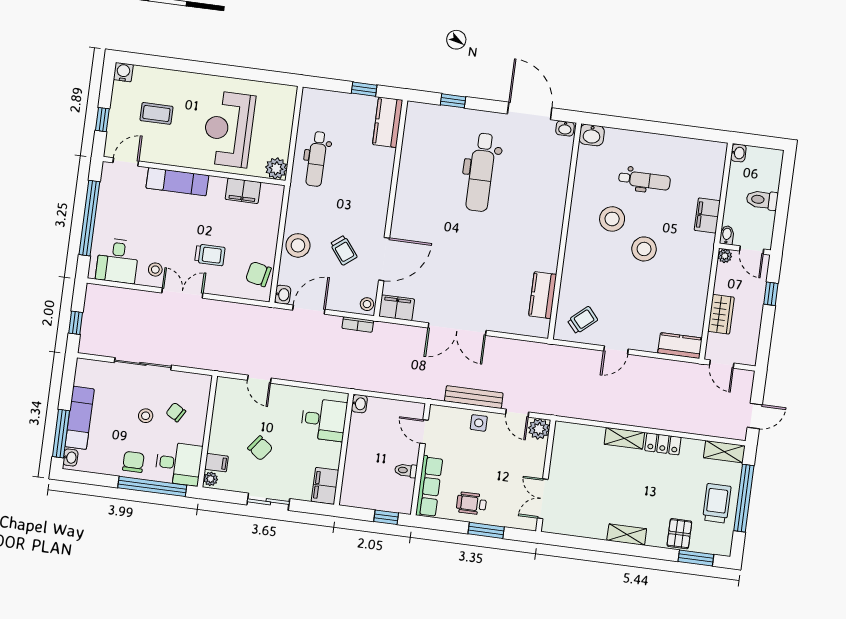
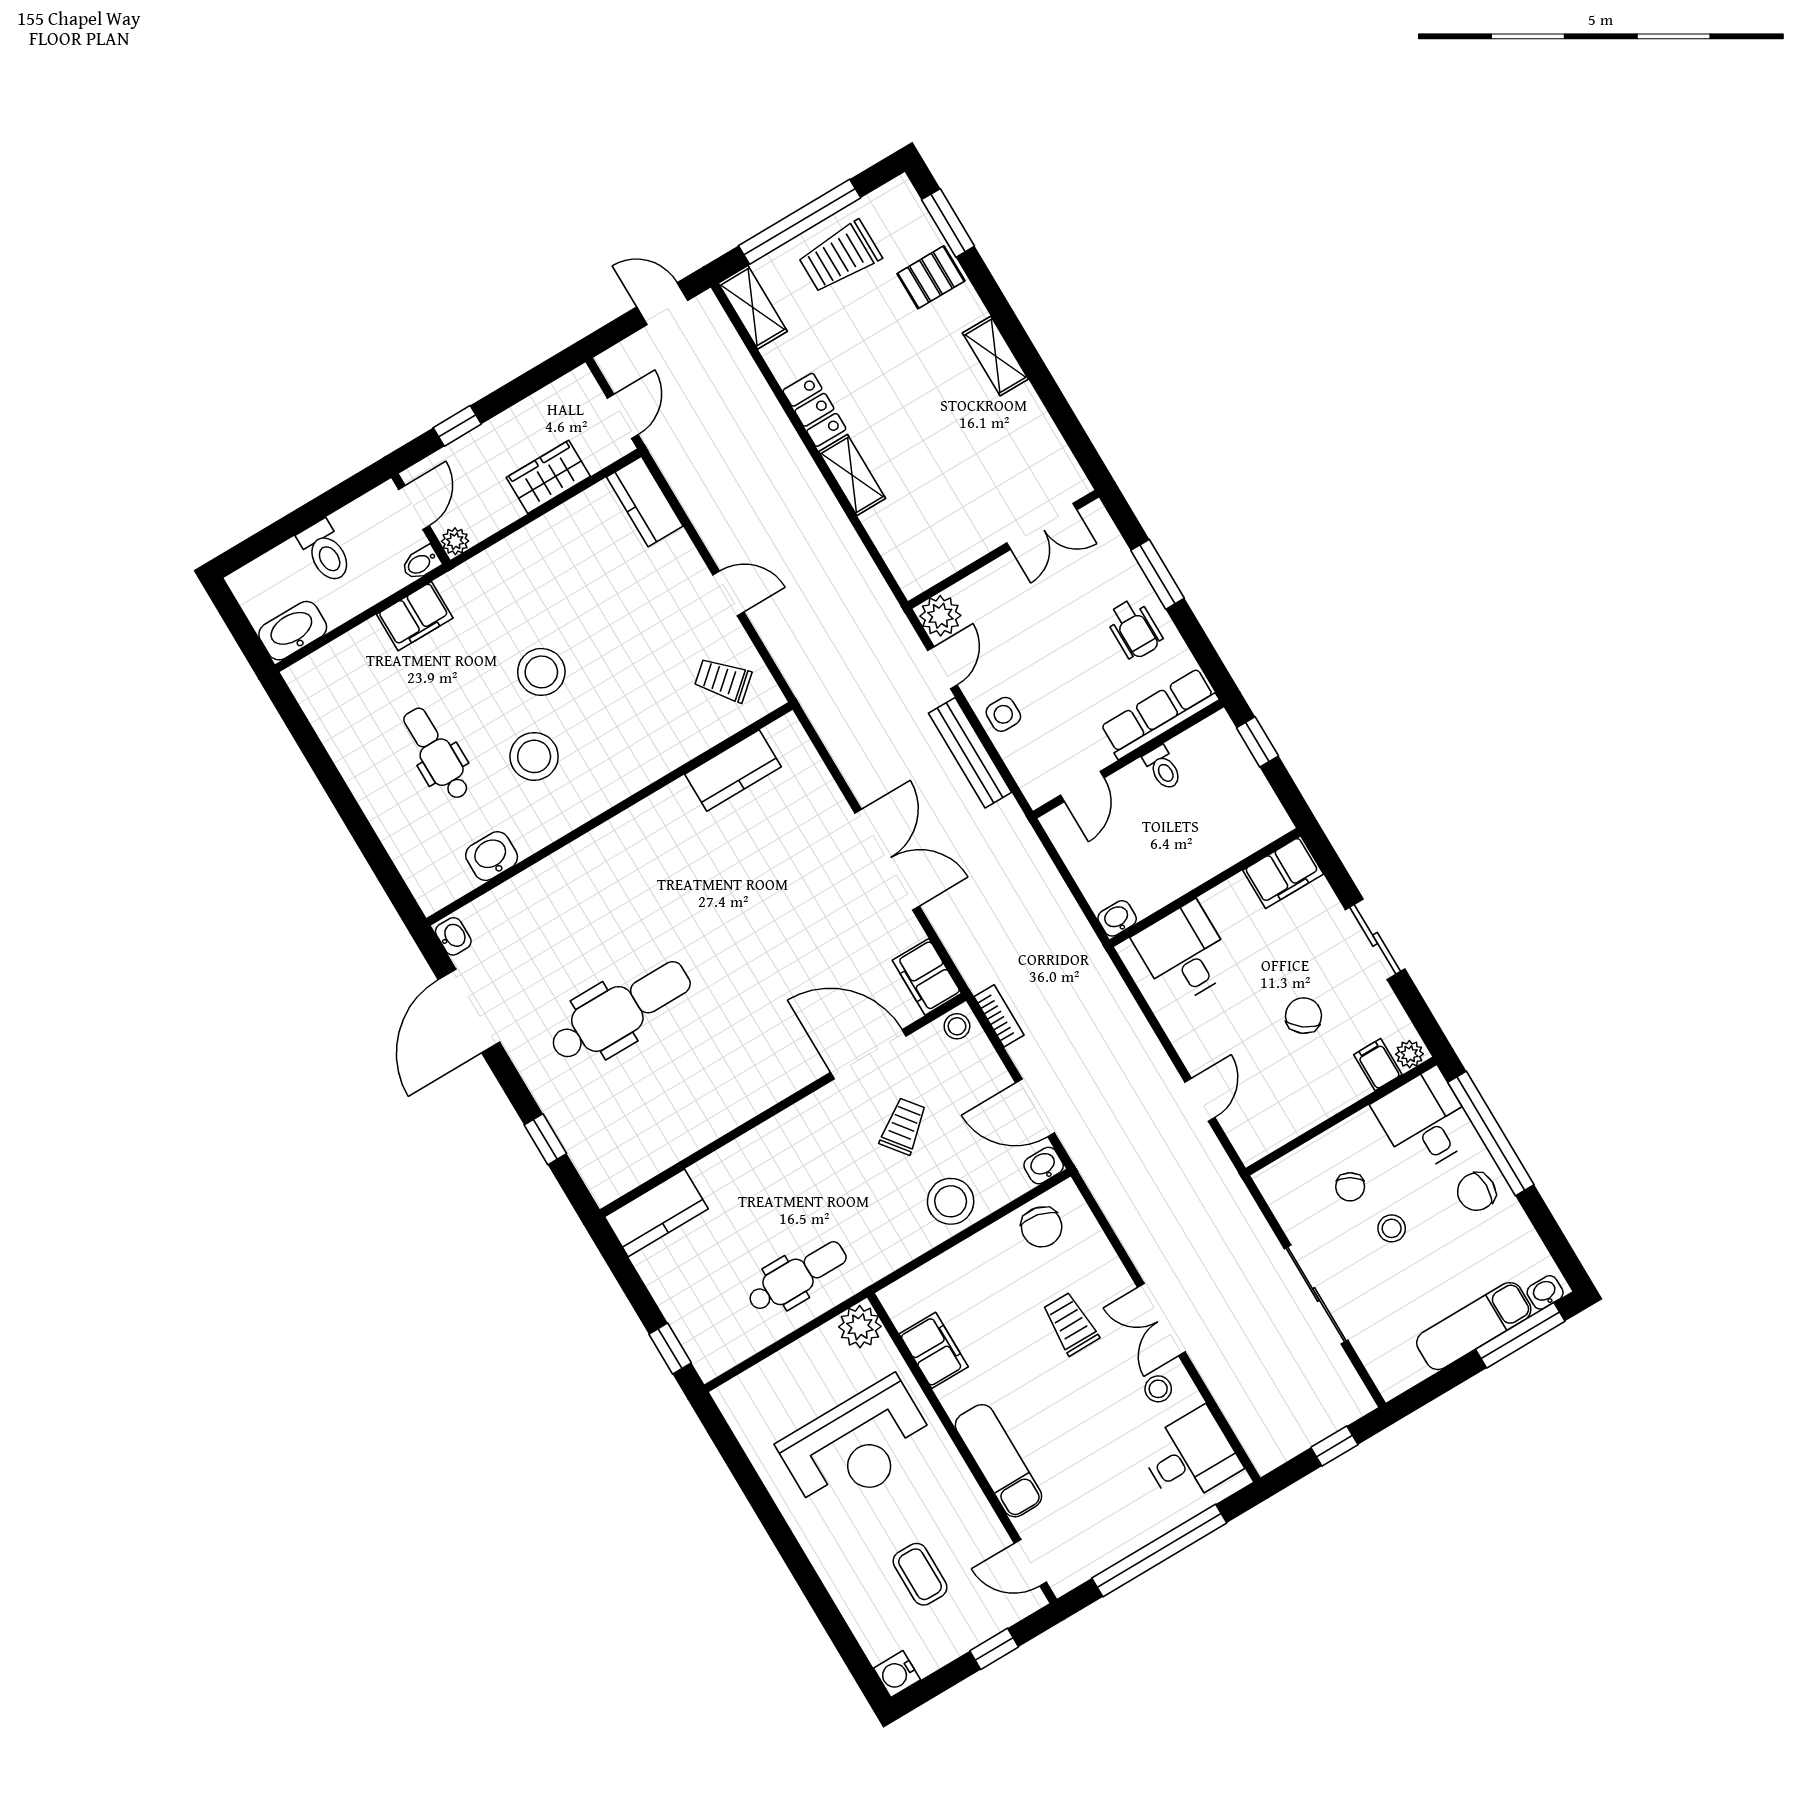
window: (364, 89) -> (670, 1349), moved
washbasin: (592, 135) -> (492, 856), moved, turned -90
washbasin: (738, 153) -> (293, 631), width x1.91, depth x1.45

